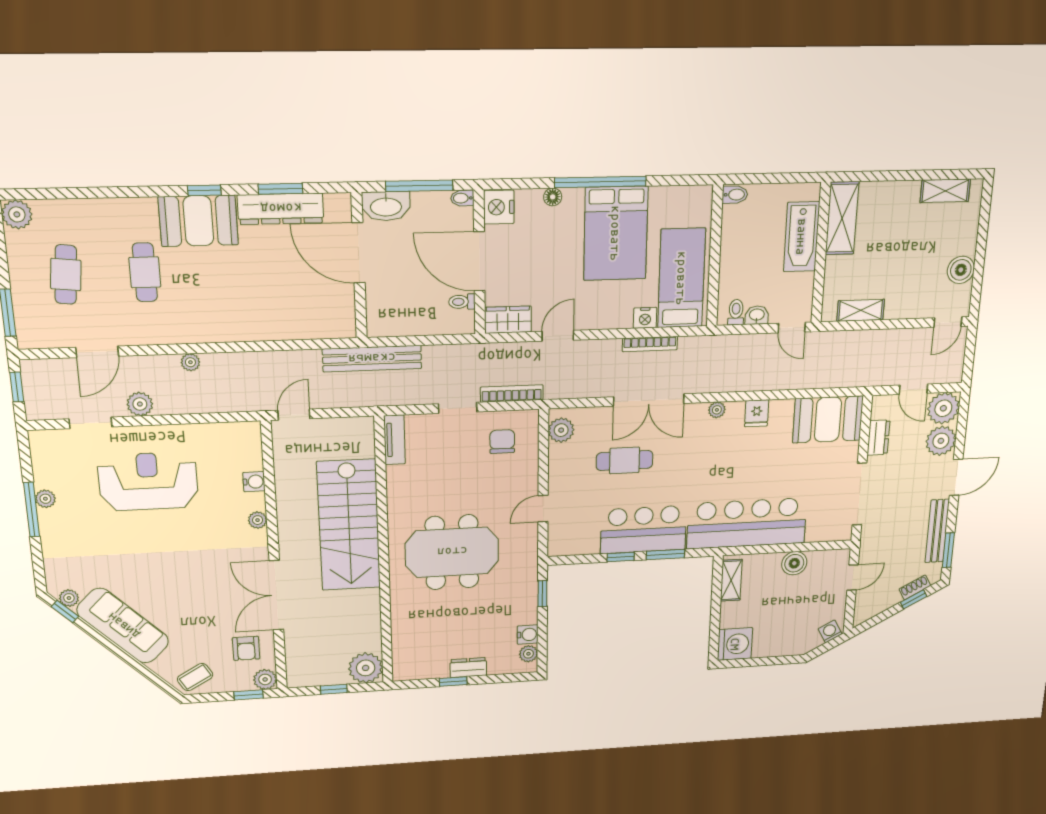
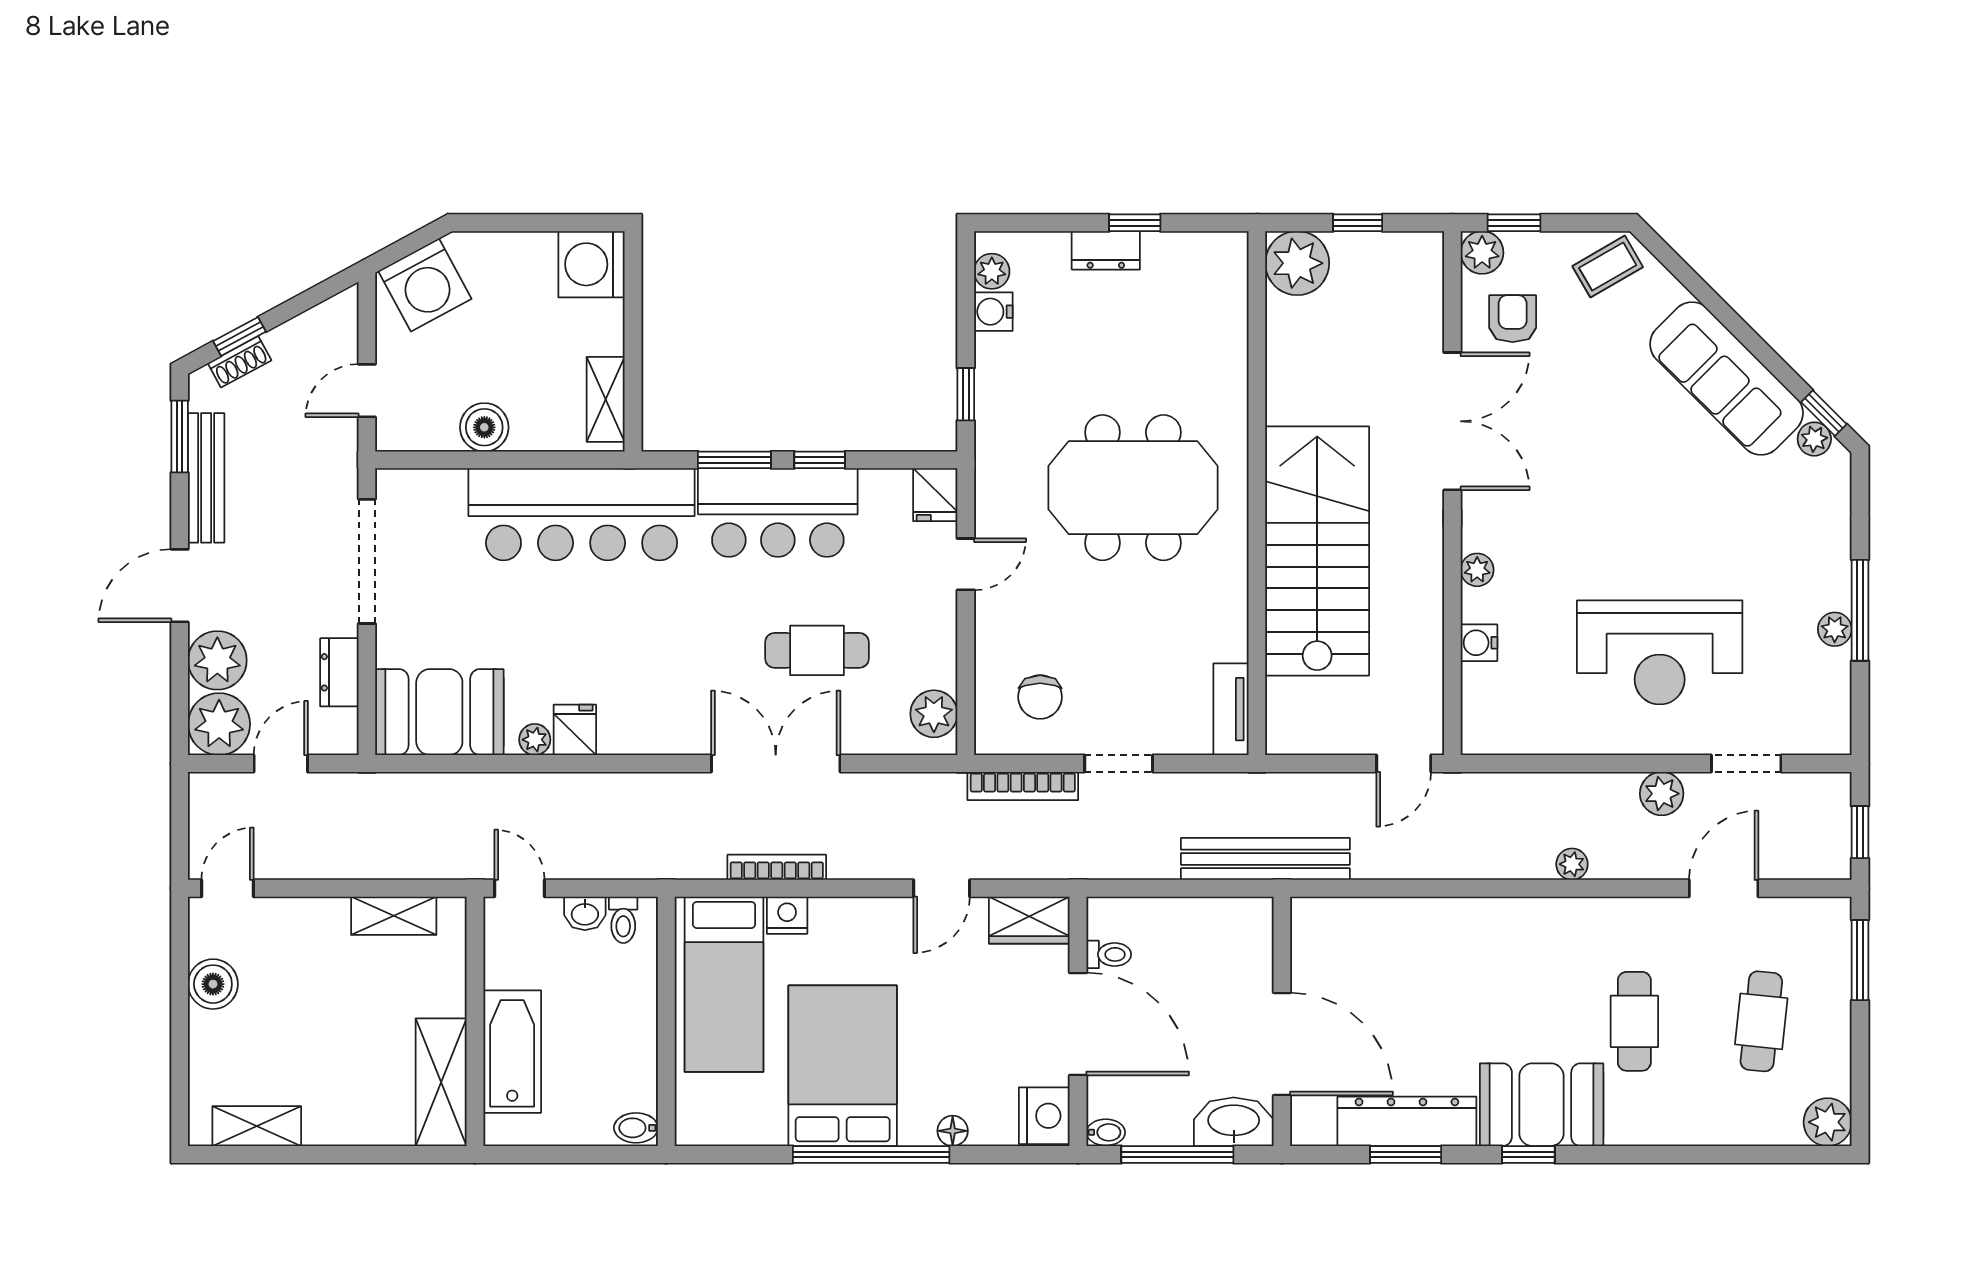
door: (913, 389) -> (281, 763), hinge flipped
plant: (717, 410) -> (535, 740), moved
fridge: (559, 543) -> (935, 495), added
washing machine: (830, 631) -> (425, 285), width x1.89, depth x1.89

